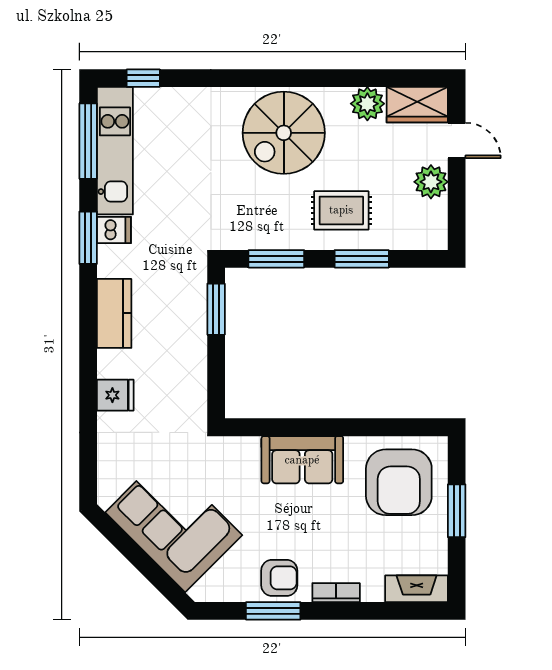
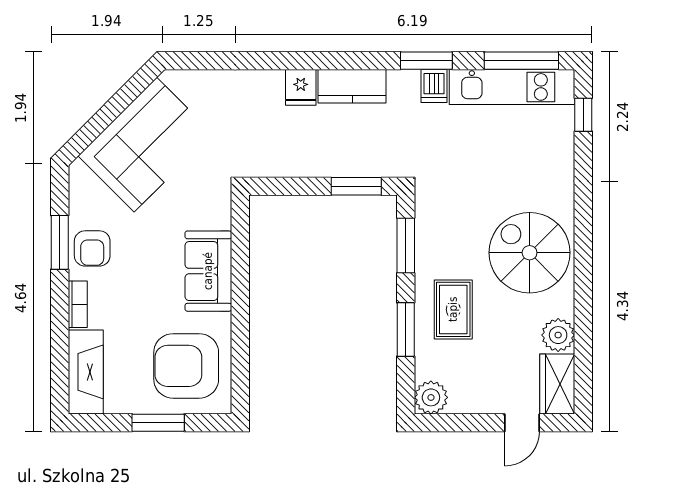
plant: (431, 182) -> (431, 397), moved
fridge: (115, 395) -> (301, 87), moved
fireplace: (417, 589) -> (86, 372), width x1.37, depth x1.32

